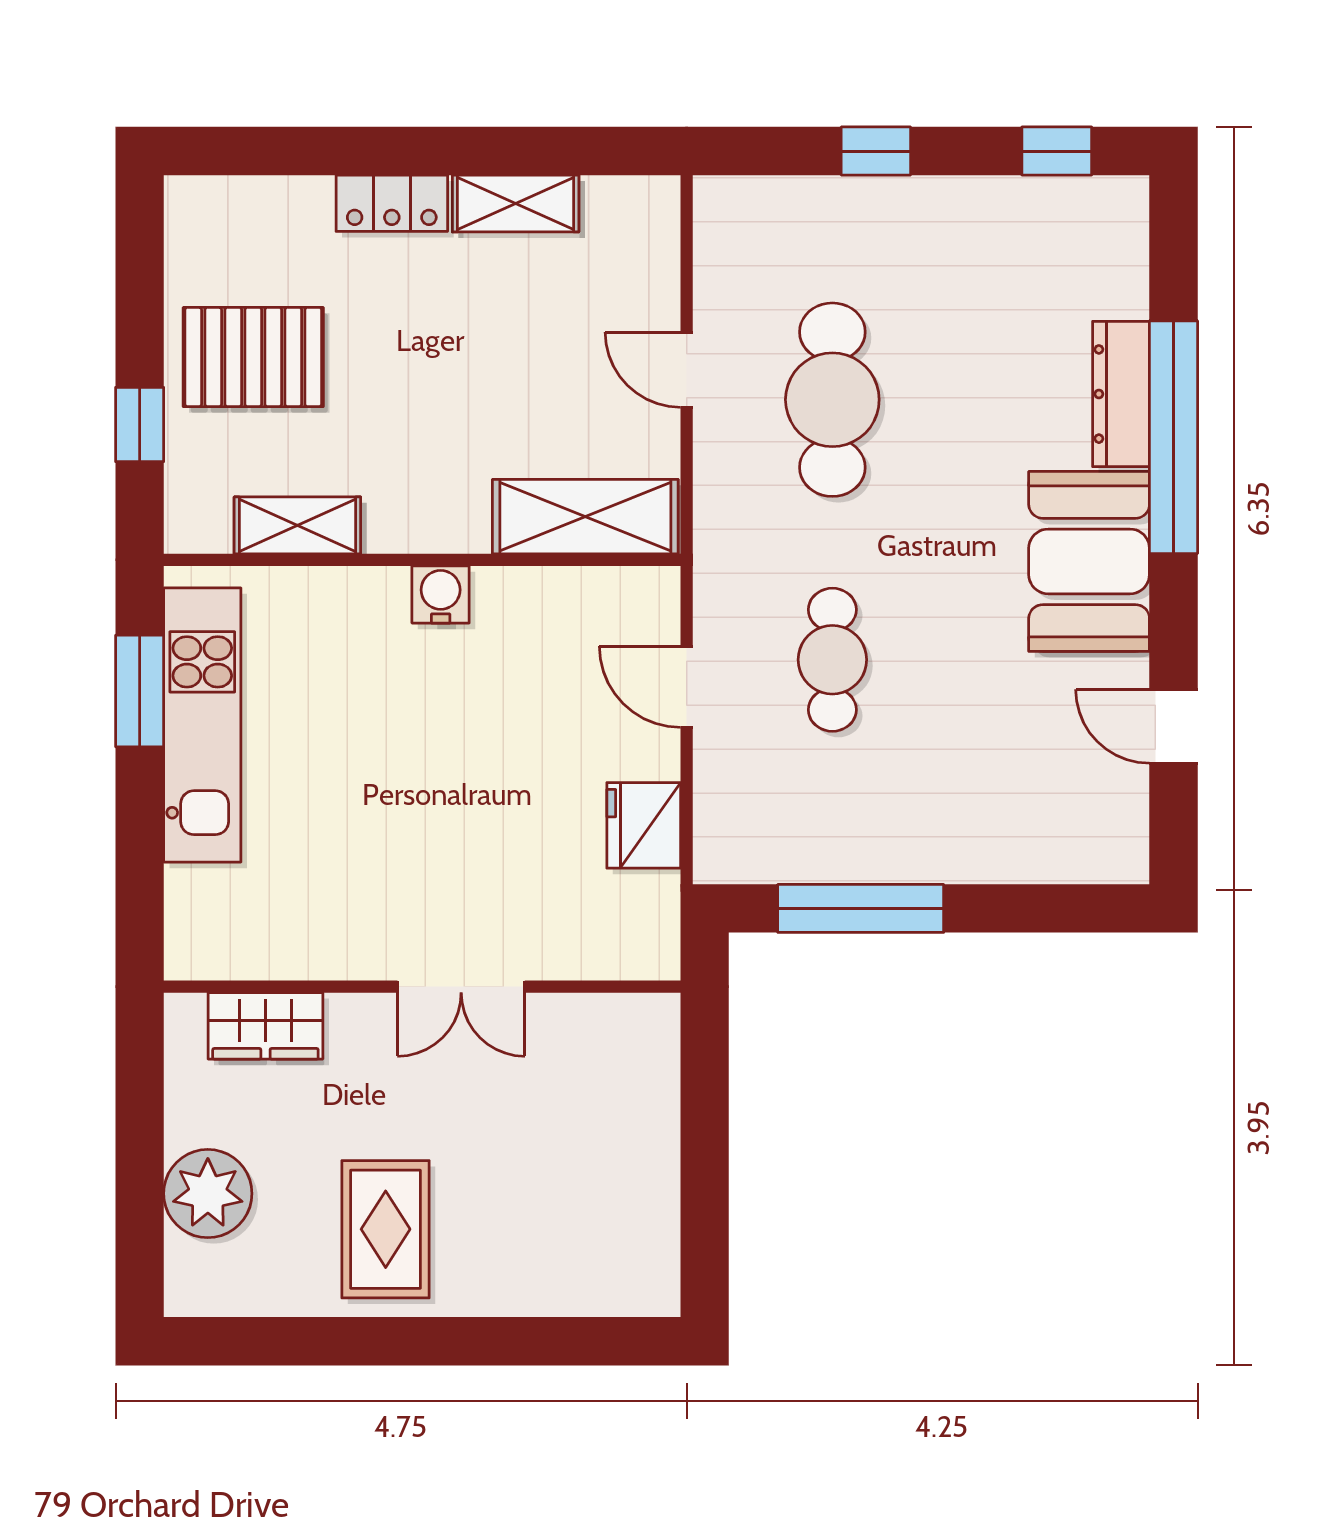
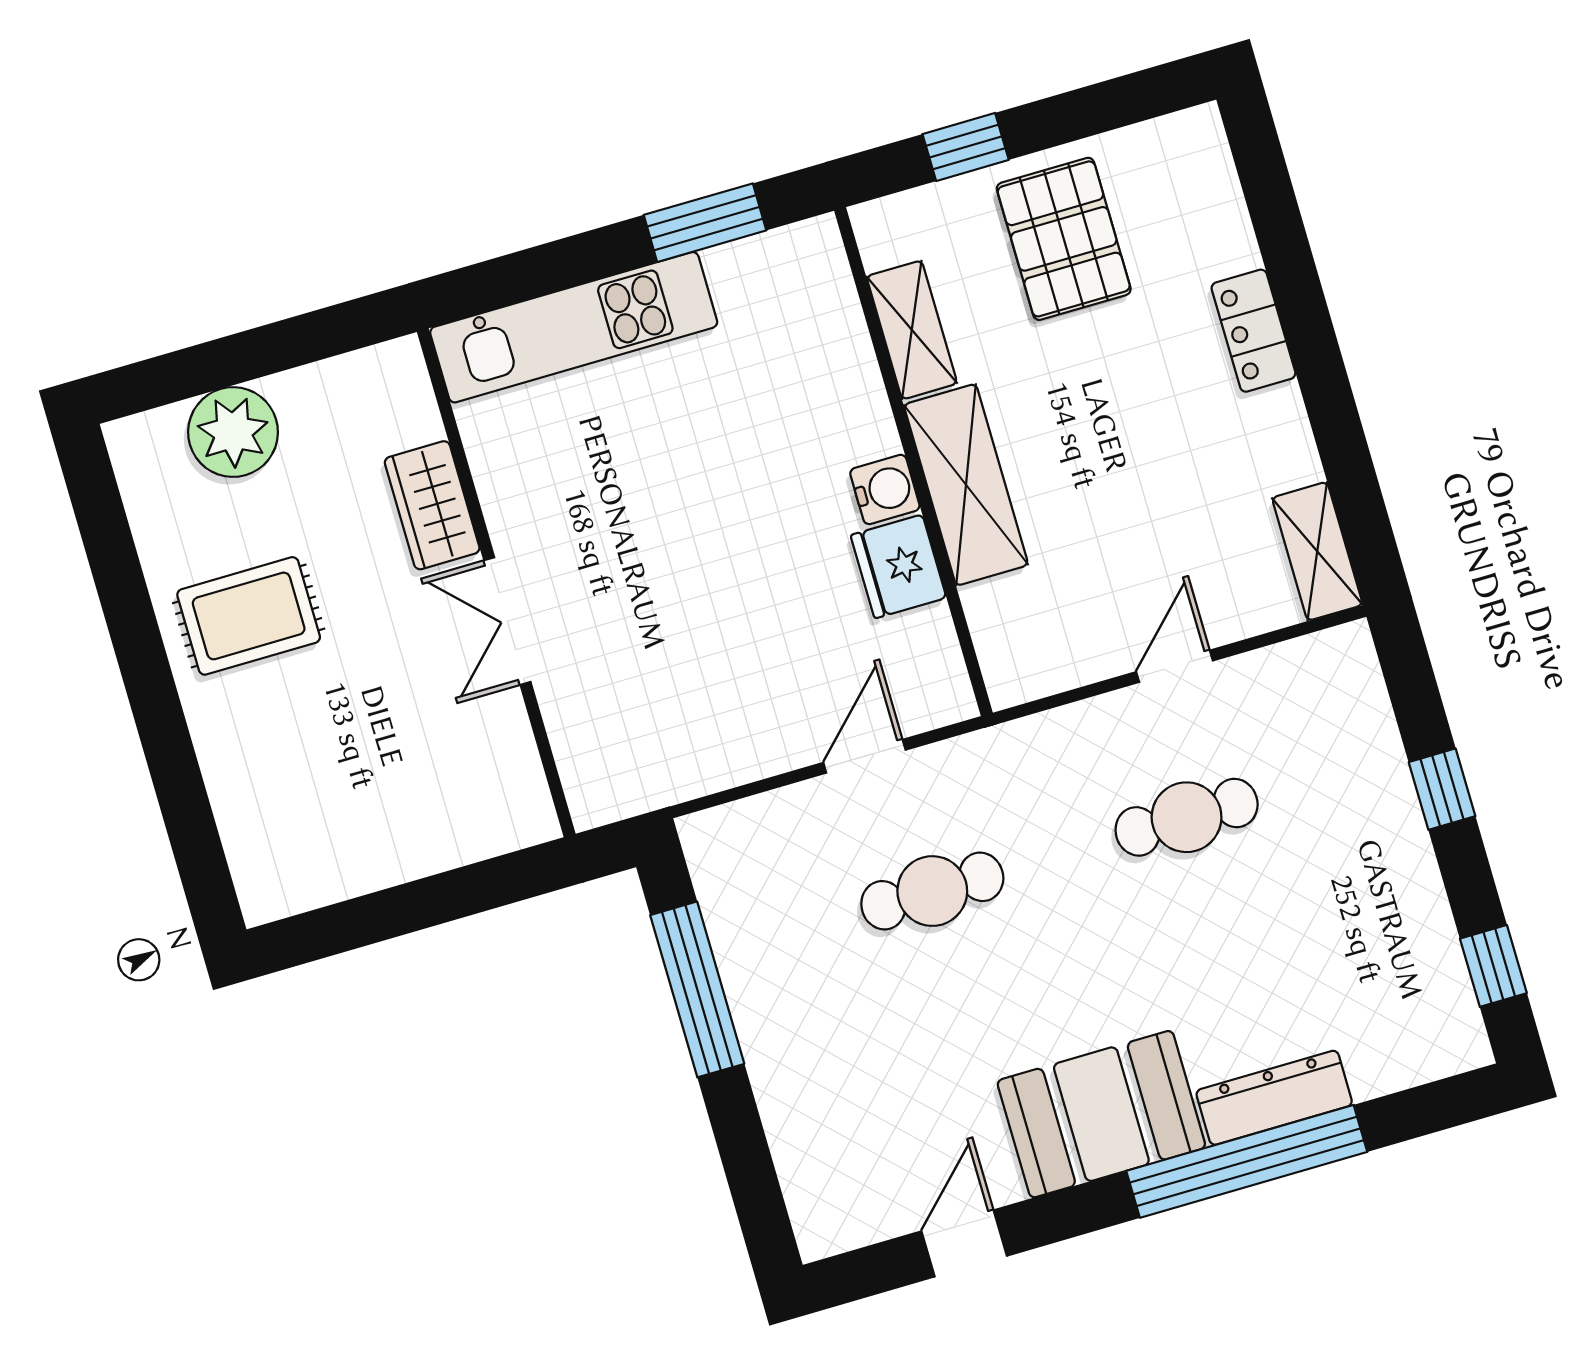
shelving: (516, 204) -> (1317, 551), moved
cafe table: (832, 400) -> (1187, 817), width x0.73, depth x0.74
shelving: (585, 517) -> (966, 485), moved
kitchen unit: (202, 725) -> (574, 327), moved
fridge: (644, 825) -> (898, 566), moved, turned -90
wardrobe: (265, 1026) -> (432, 505), moved

